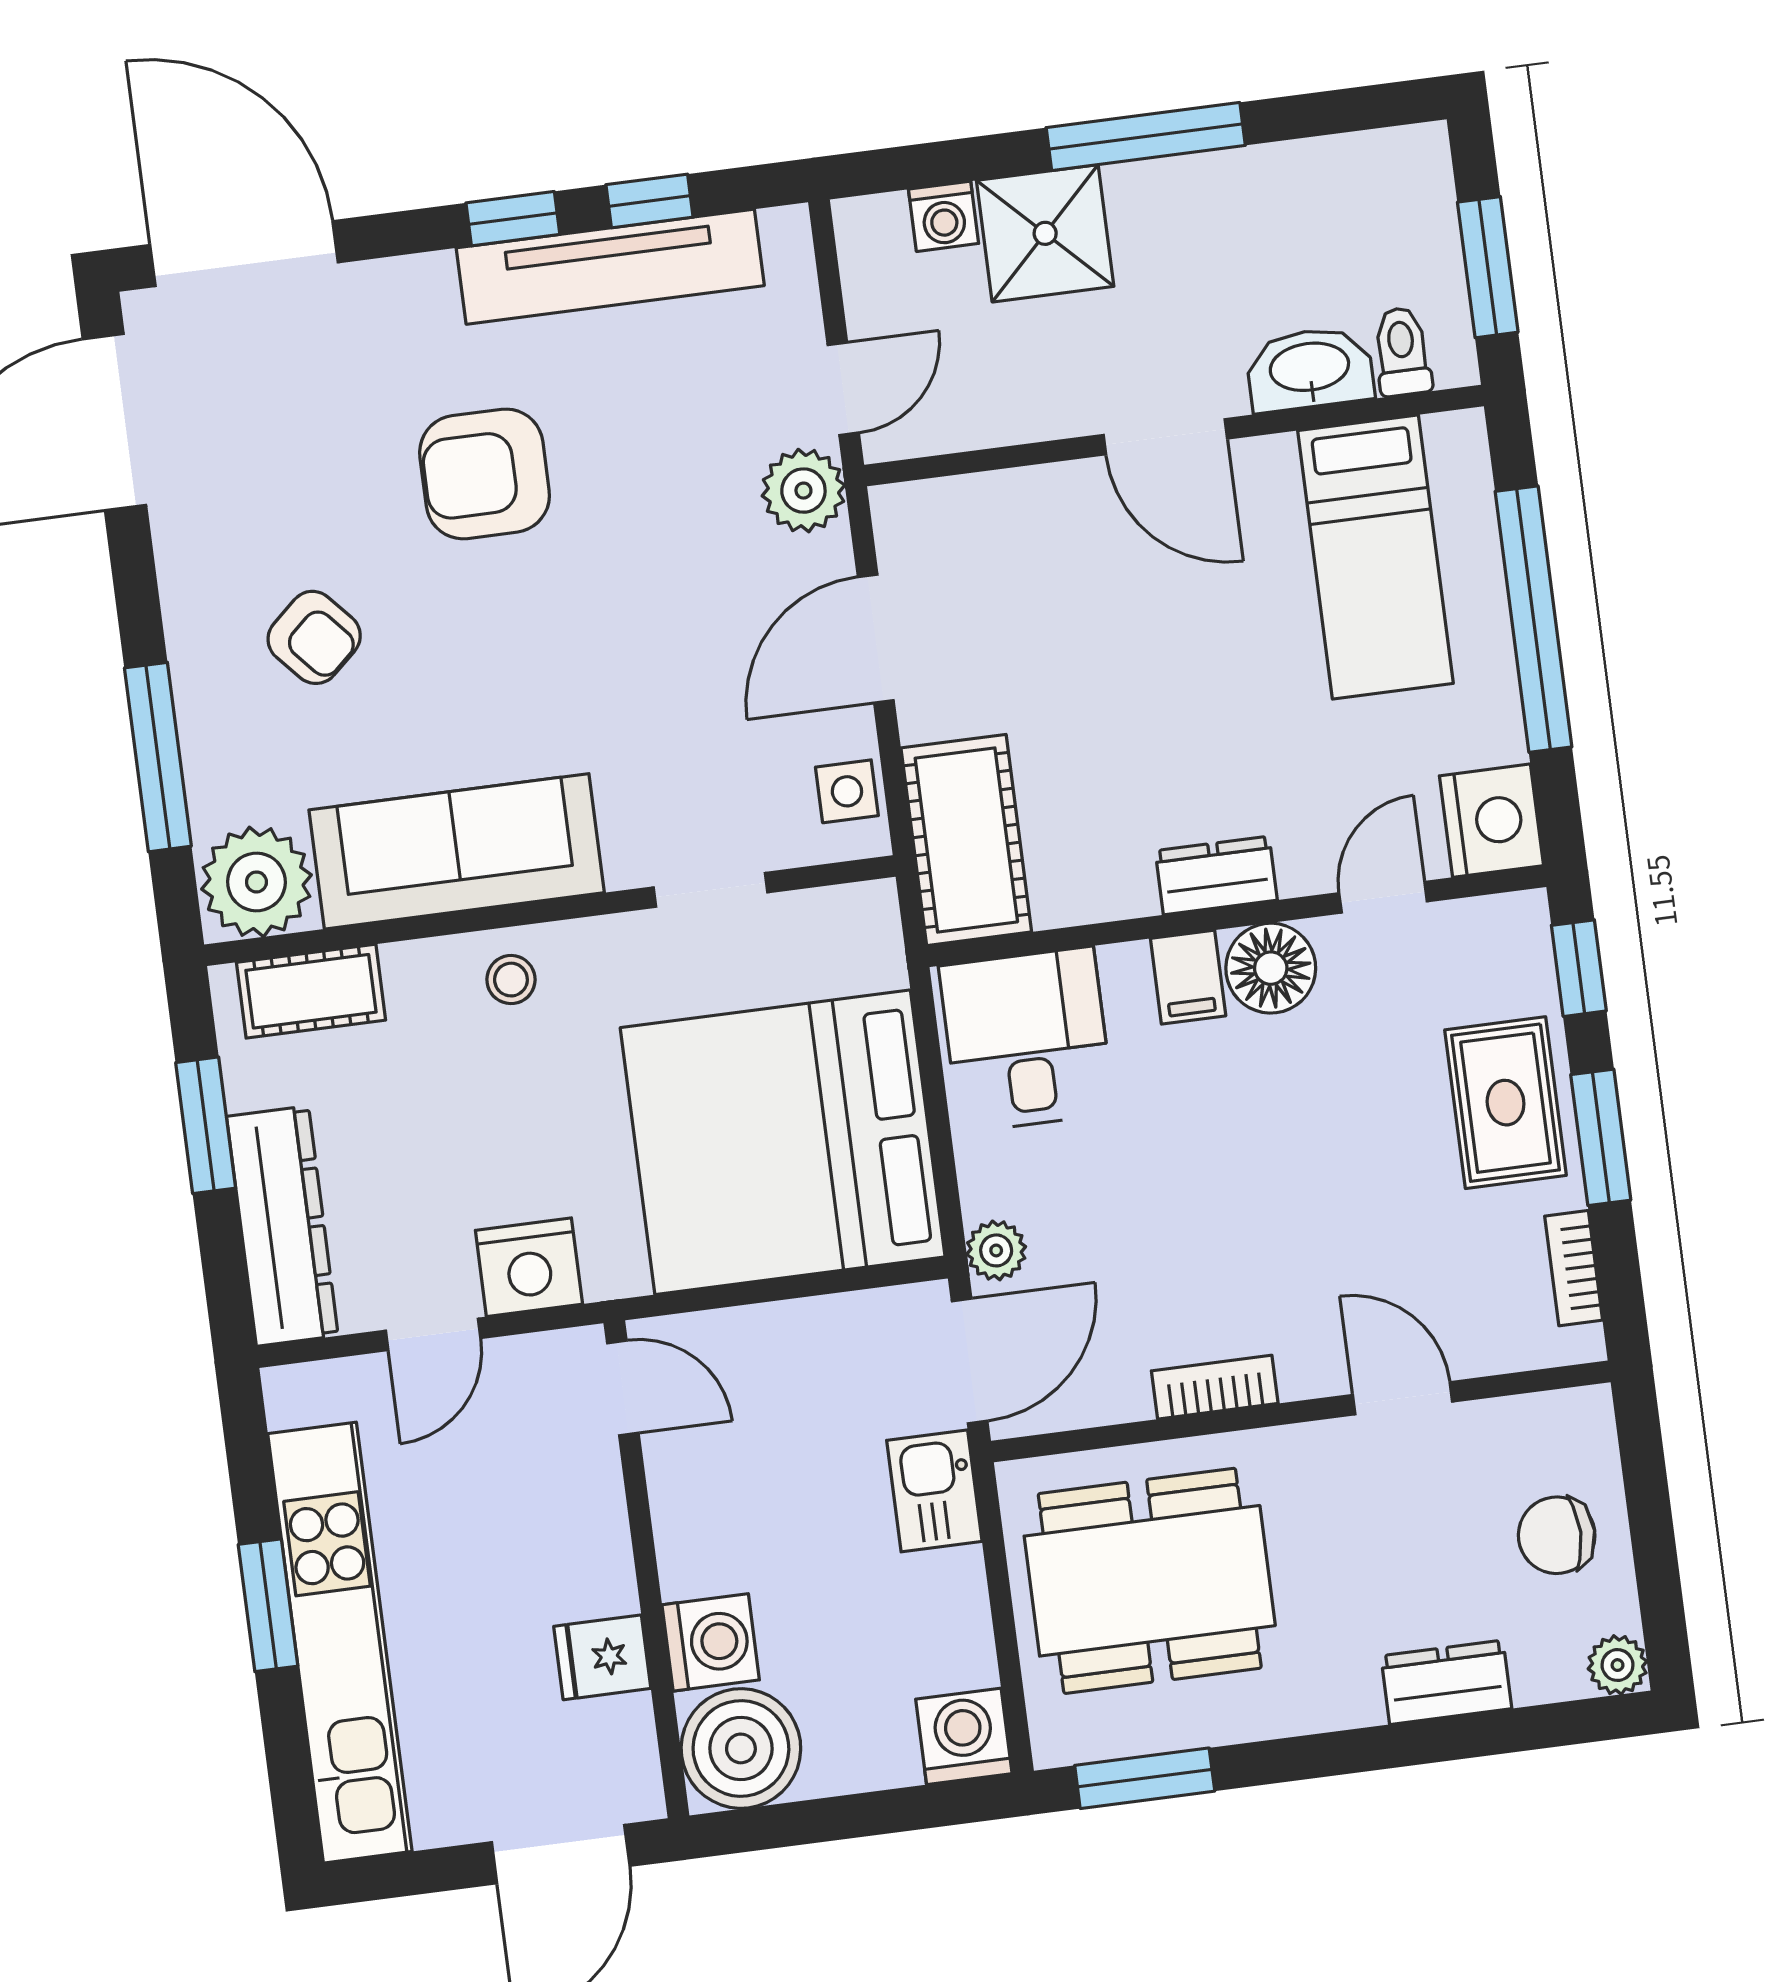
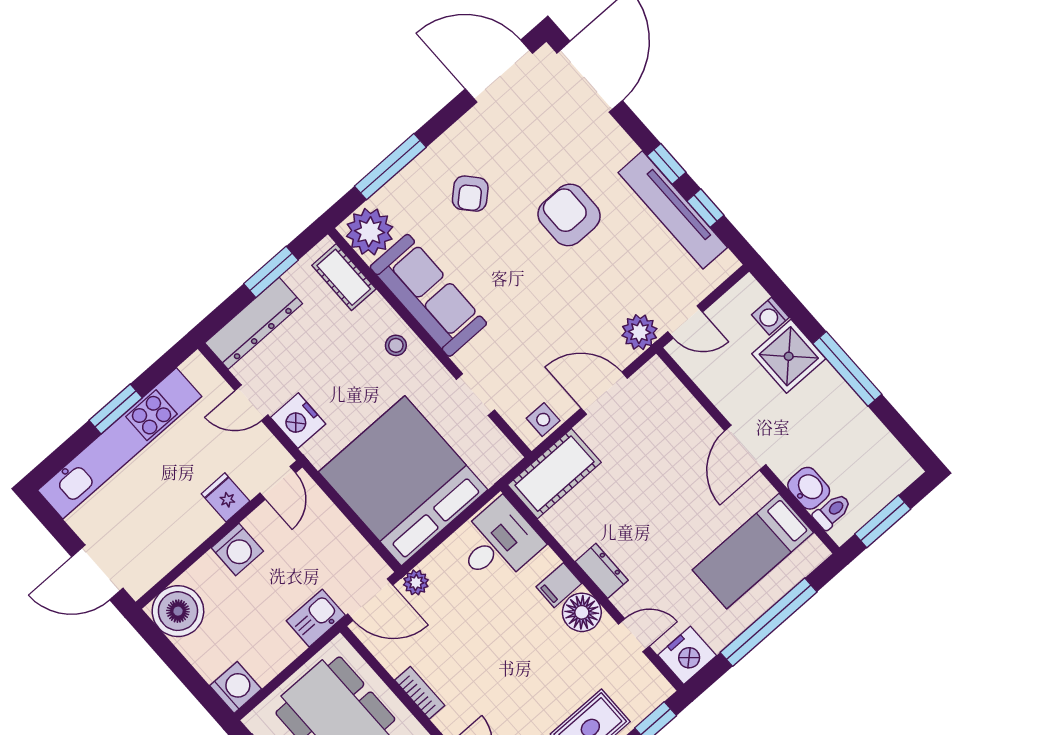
washbasin: (1310, 369) -> (809, 488), width x0.72
washing machine: (711, 1642) -> (237, 550), moved
fridge: (602, 1657) -> (225, 497), moved

